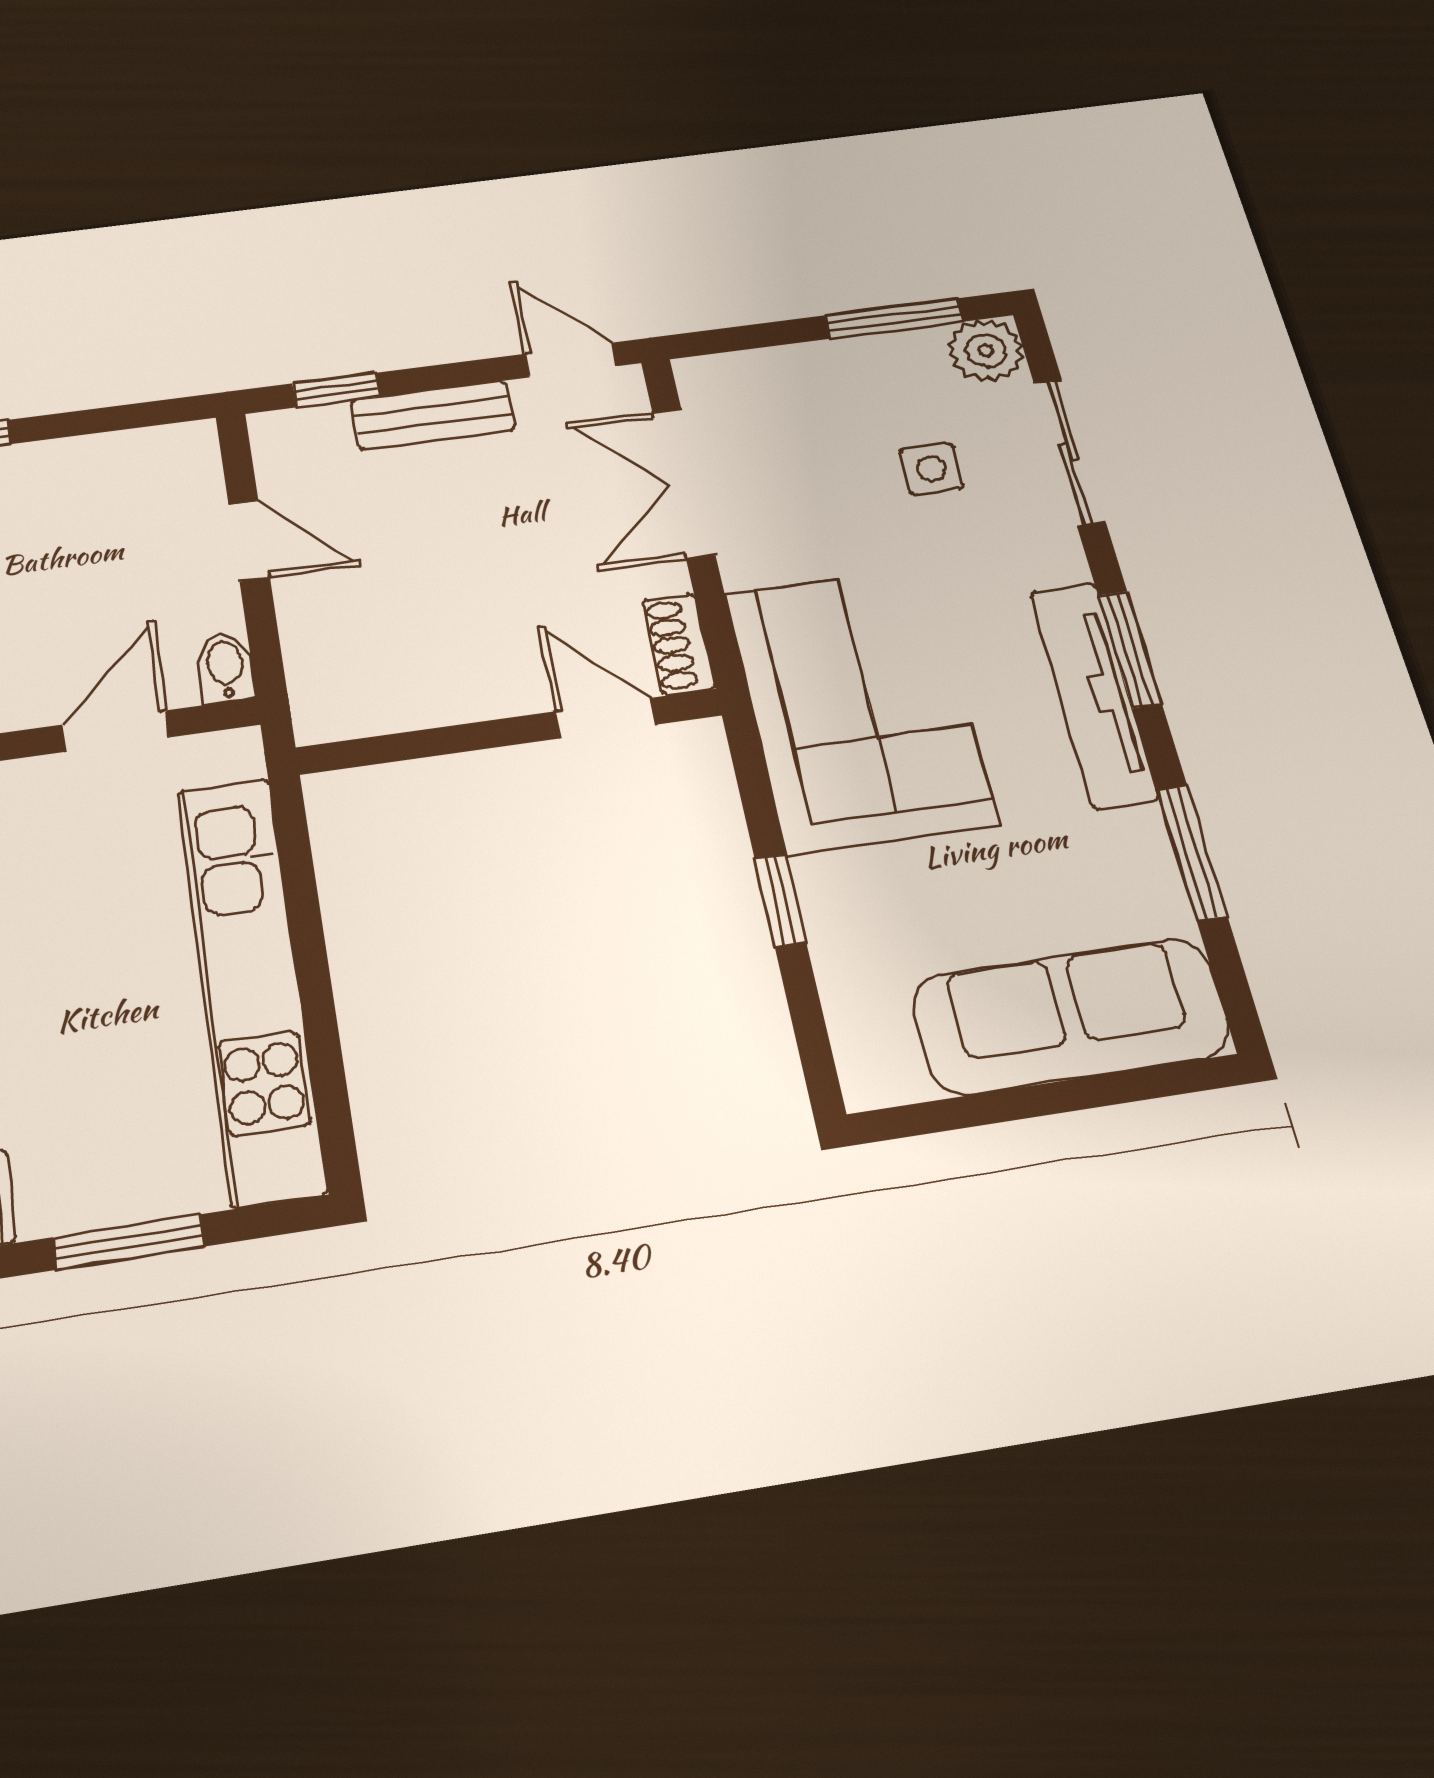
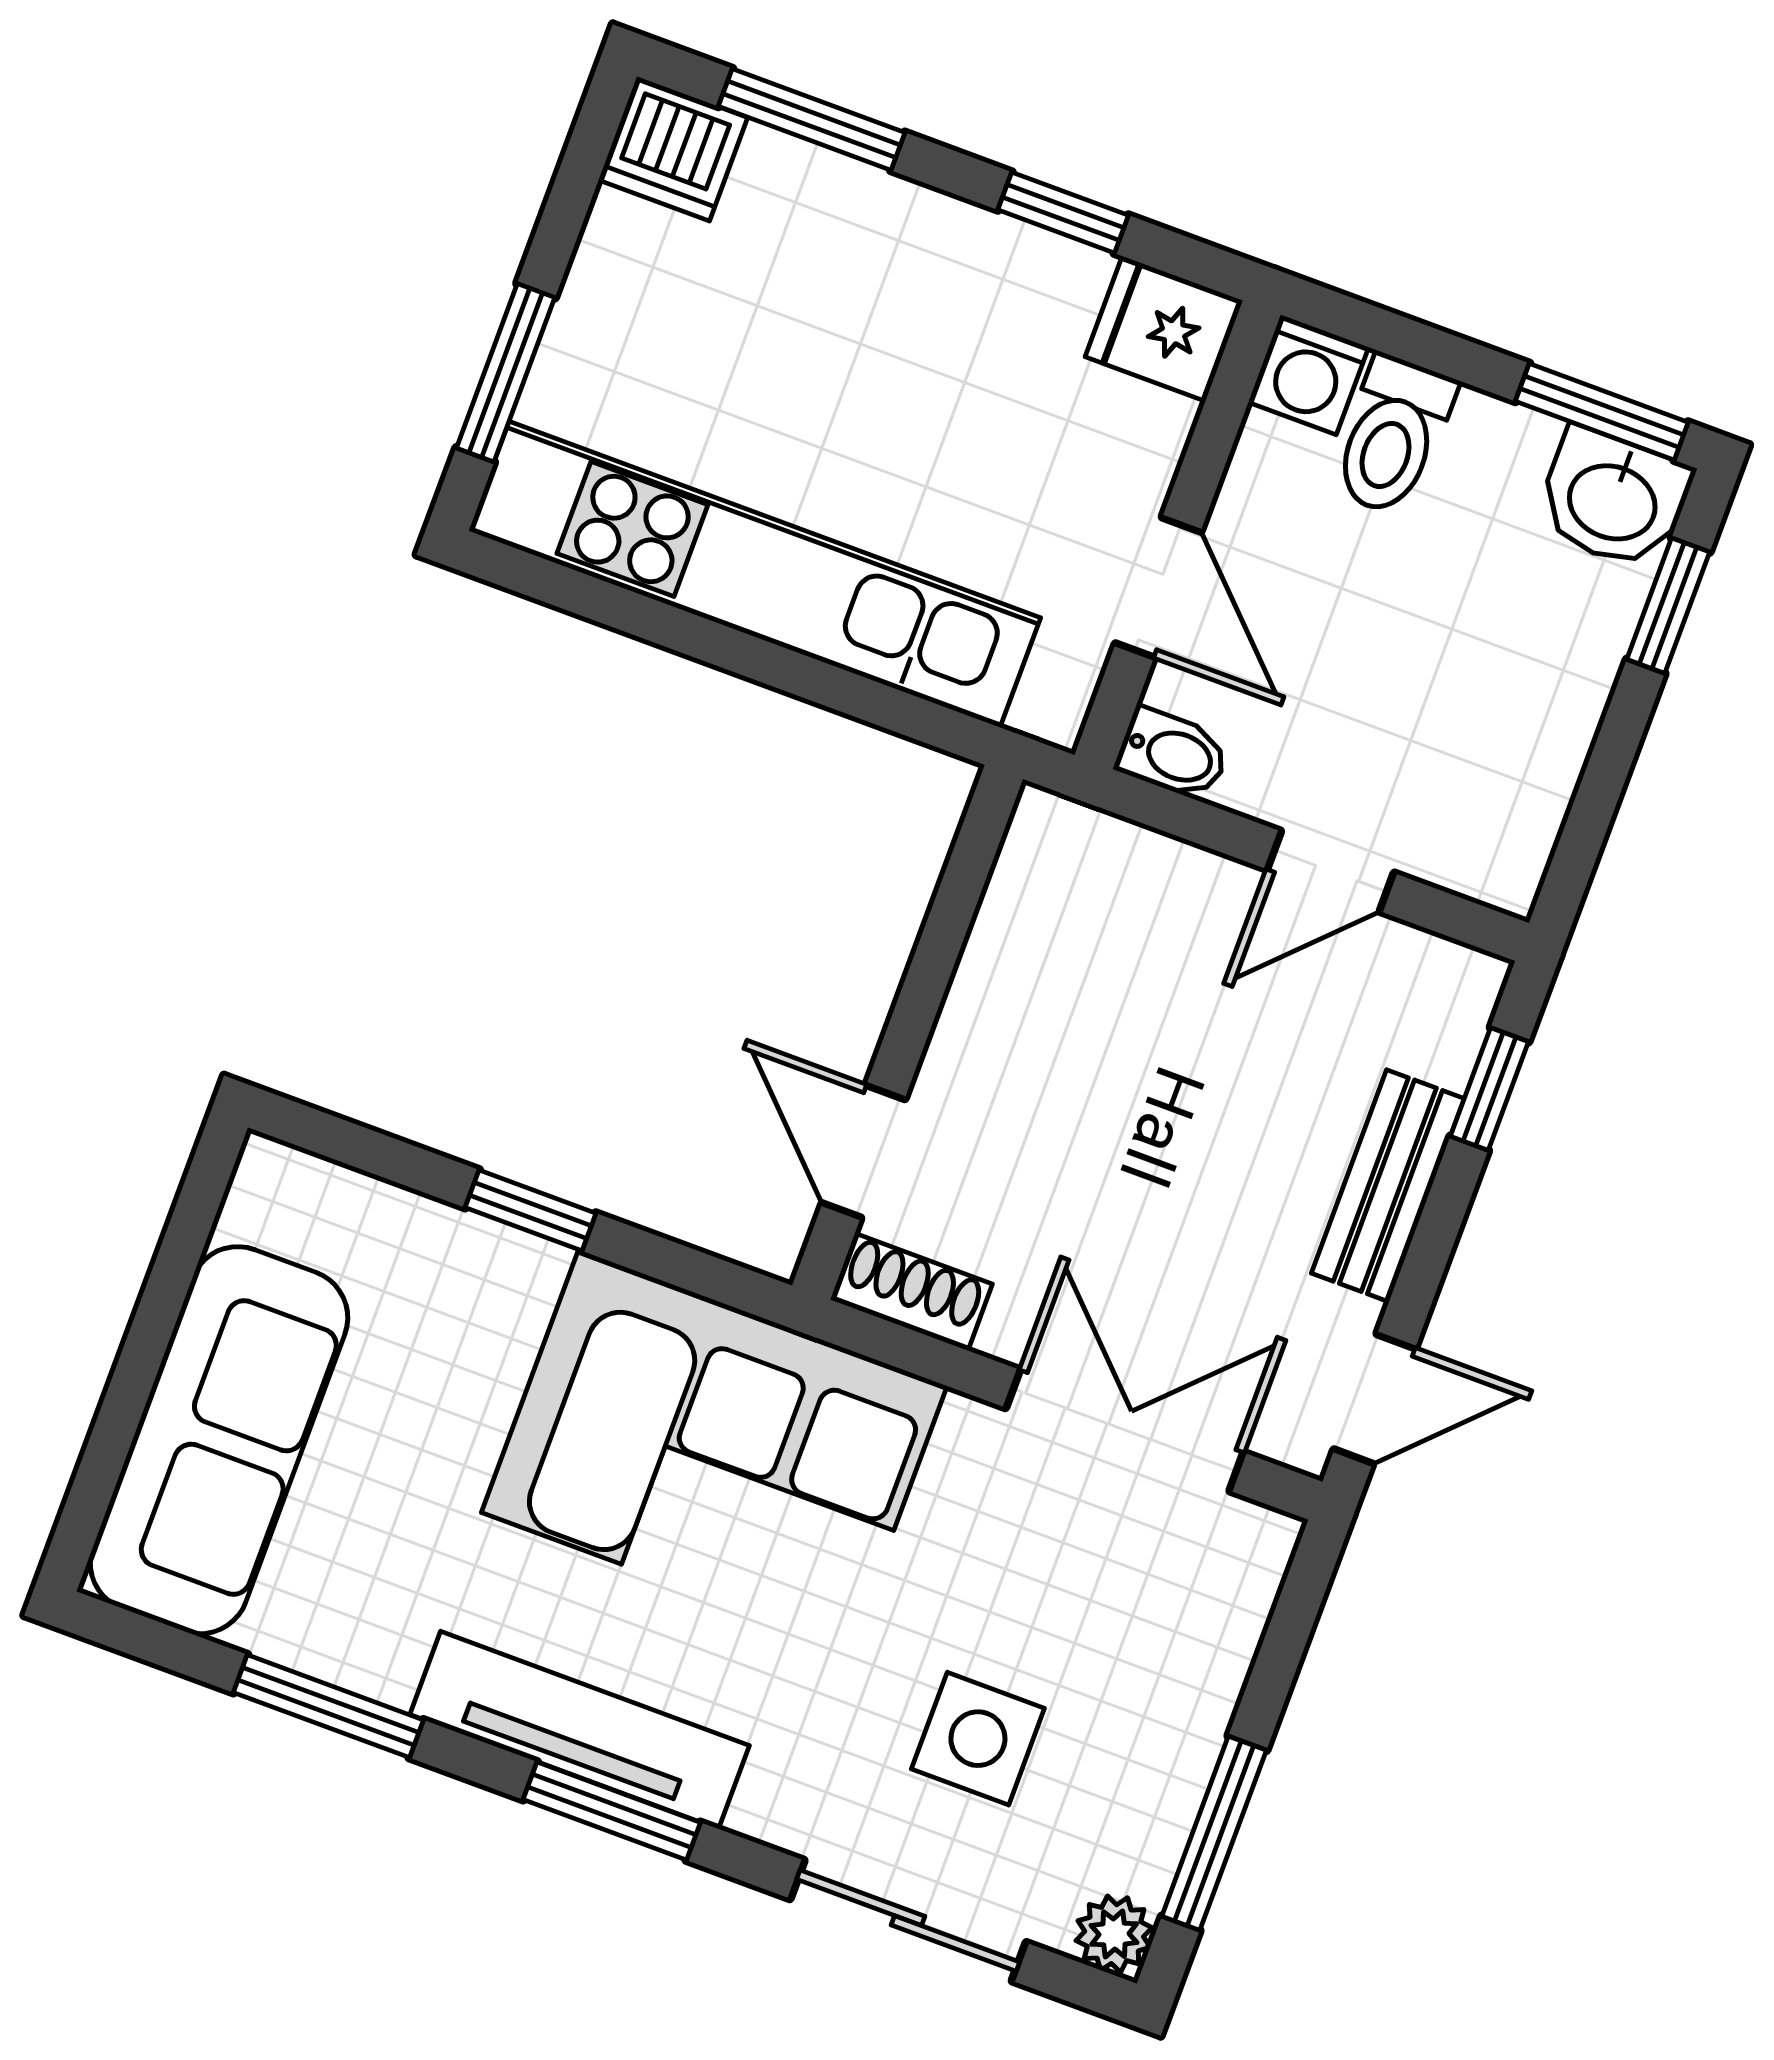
plant: (986, 350) -> (1114, 1934), width x0.73, depth x0.73
side table: (931, 469) -> (978, 1739), width x1.37, depth x1.37
door: (606, 718) -> (863, 1151), swing flipped
window: (129, 1242) -> (506, 373), moved

